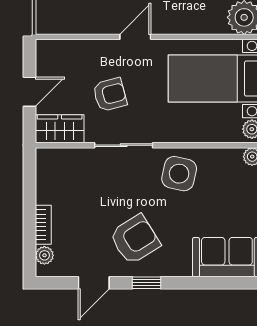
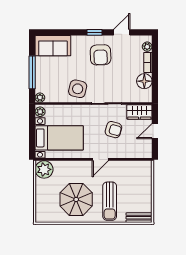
armchair: (110, 95) -> (113, 130), turned -149
floor lamp: (50, 188) -> (144, 81), added
armchair: (135, 239) -> (101, 55), turned -60

